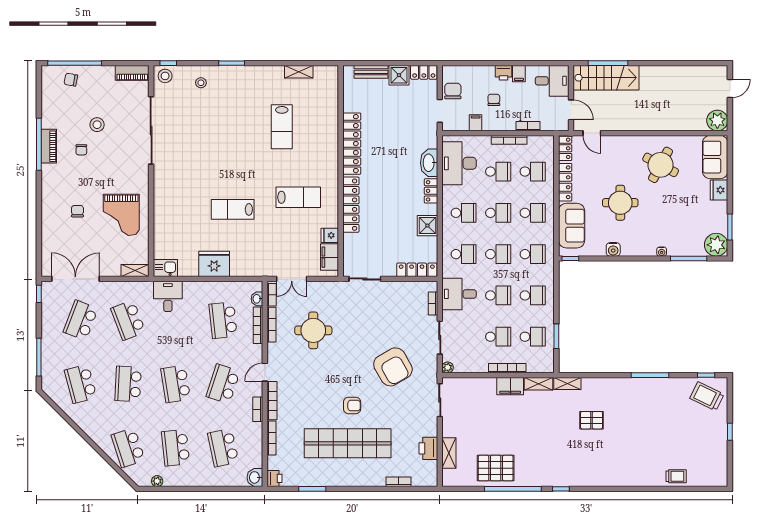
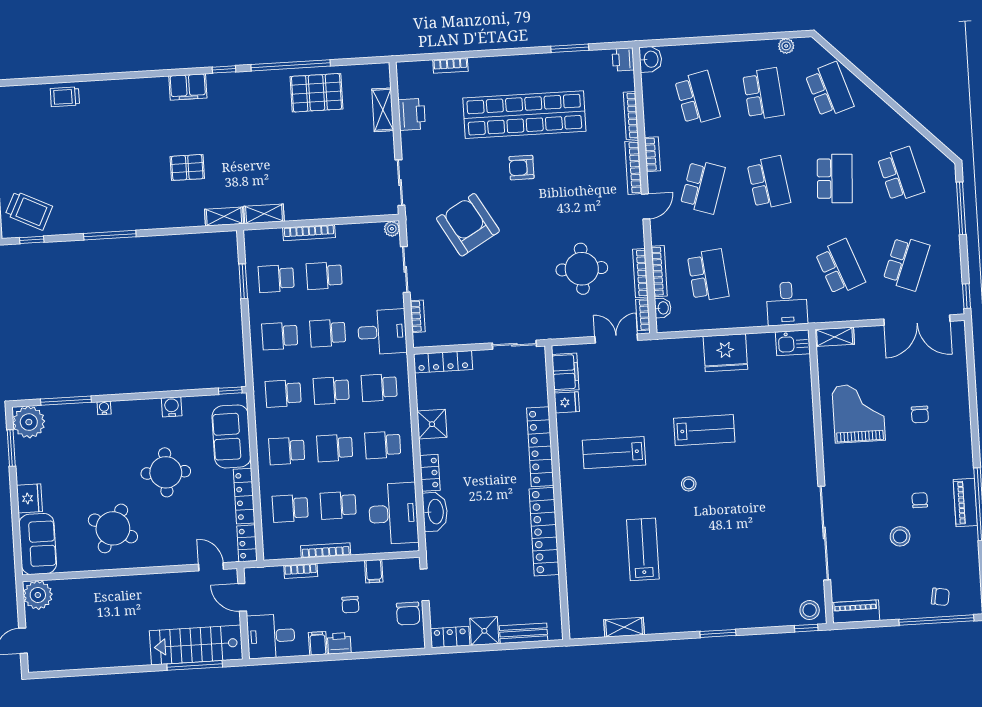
stool: (201, 83) -> (689, 484), moved
filing cabinet: (510, 386) -> (188, 87), moved, turned 180

